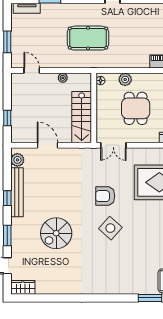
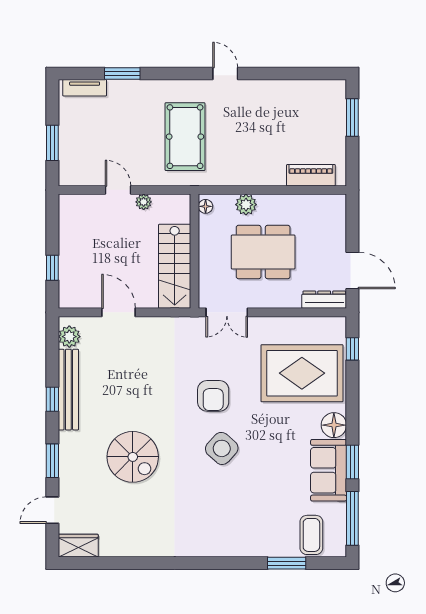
pool table: (88, 38) -> (185, 137), turned 90
door: (32, 71) -> (118, 190), moved
dining table: (136, 108) -> (263, 252), width x1.38
armchair: (105, 196) -> (213, 396), turned -90
spiral stairs: (56, 233) -> (133, 457), turned -90

